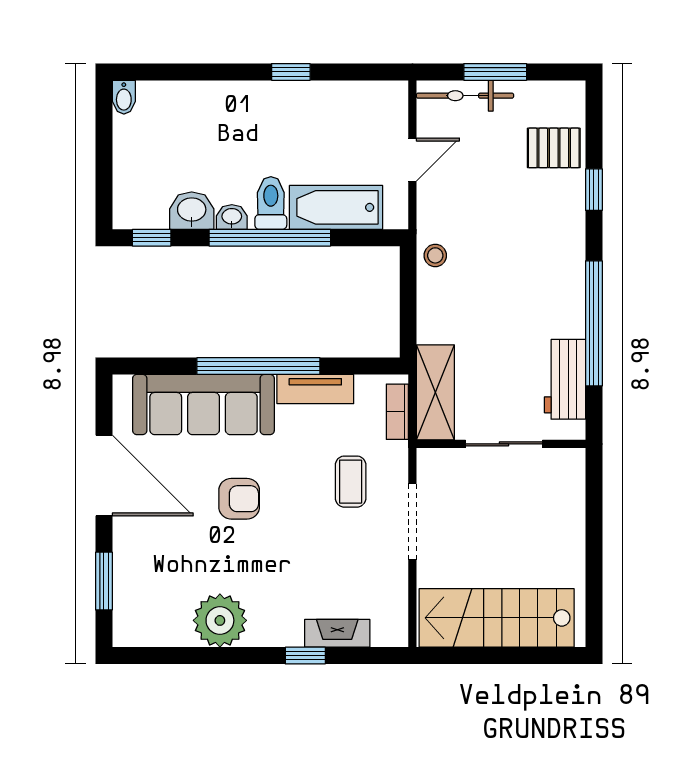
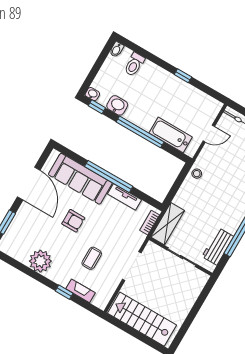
toilet: (271, 203) -> (134, 64), moved, turned 180
washbasin: (232, 217) -> (92, 94), moved
coffee table: (351, 482) -> (92, 258), moved

